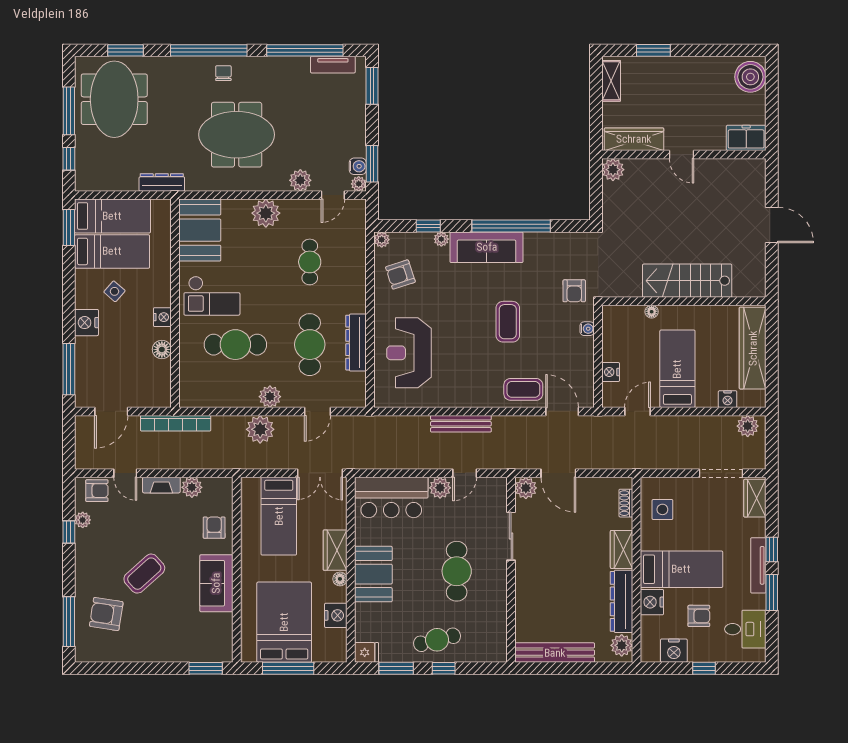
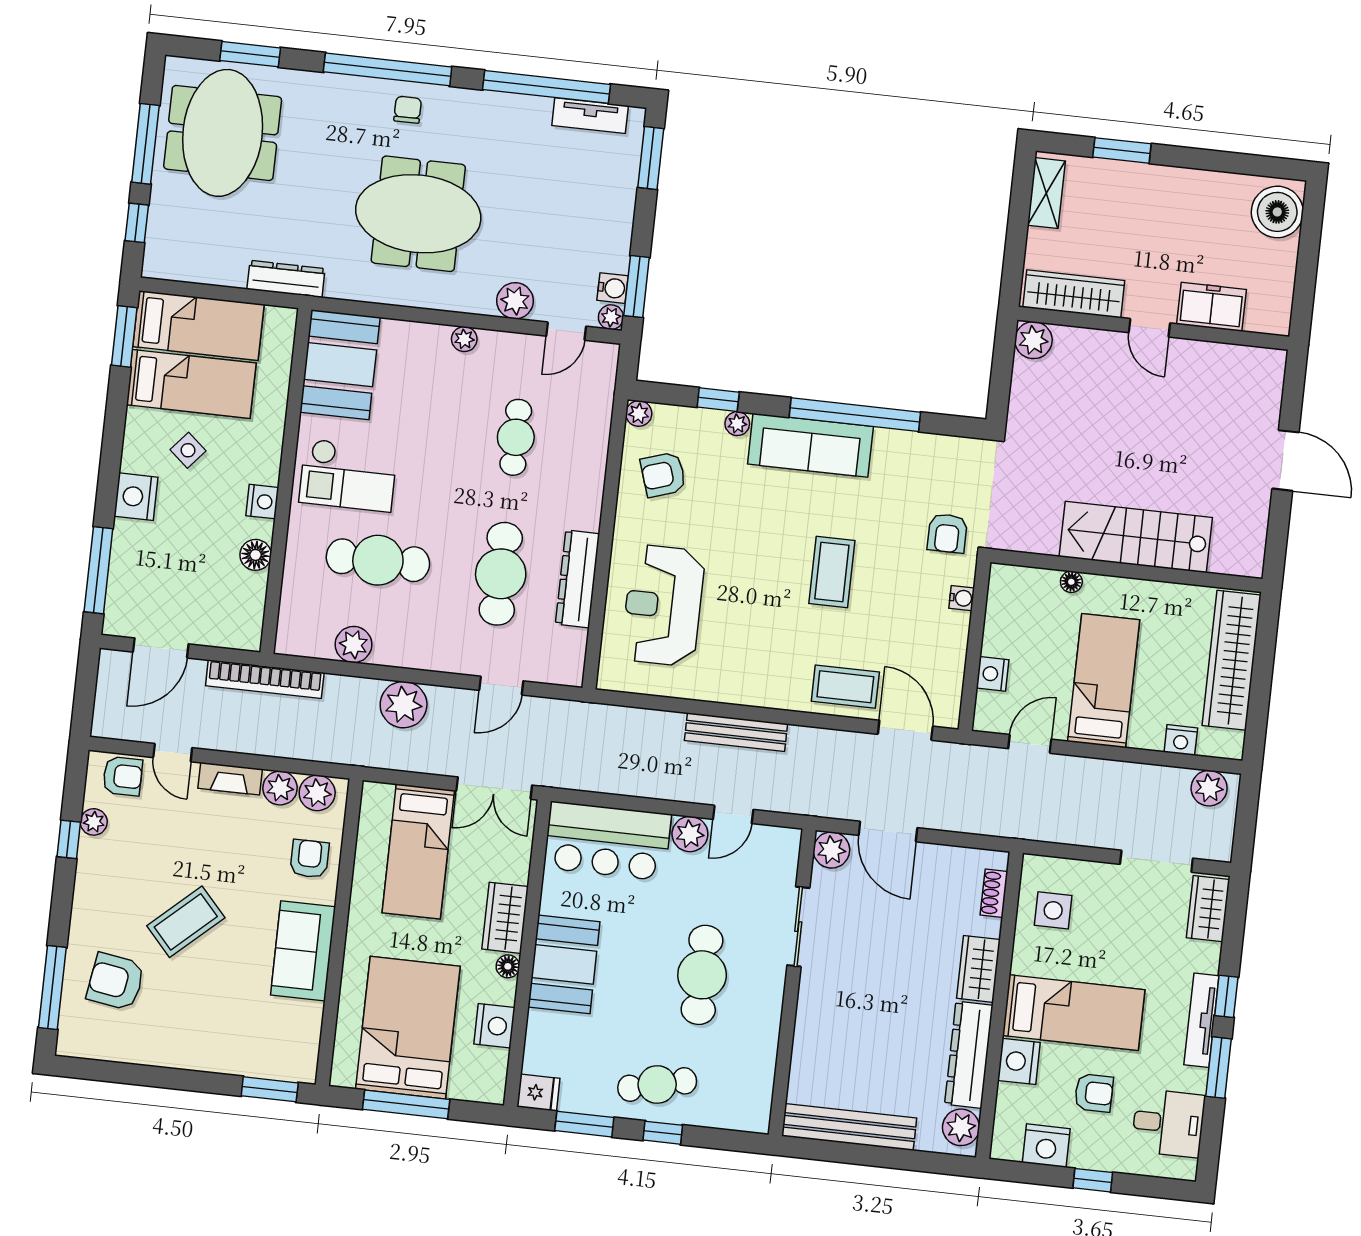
freezer: (746, 138) -> (1211, 307), moved
plant: (266, 213) -> (464, 339), width x0.53, depth x0.53
plant: (270, 397) -> (354, 645), moved
plant: (214, 488) -> (317, 793), added

